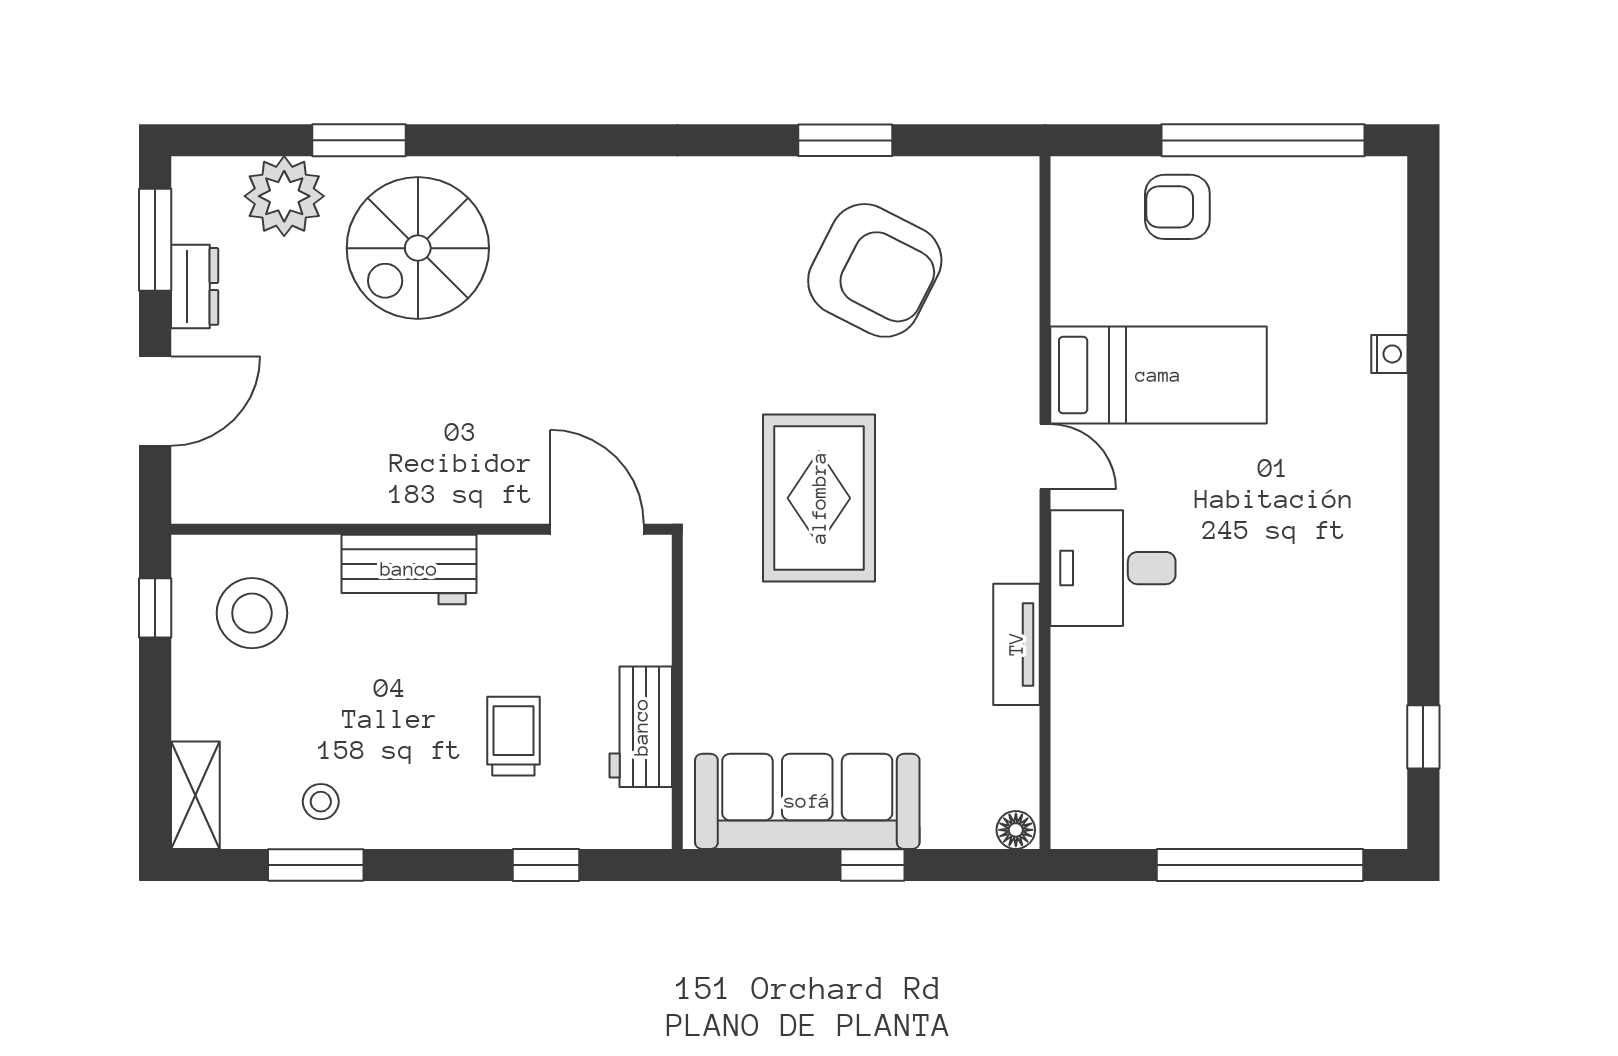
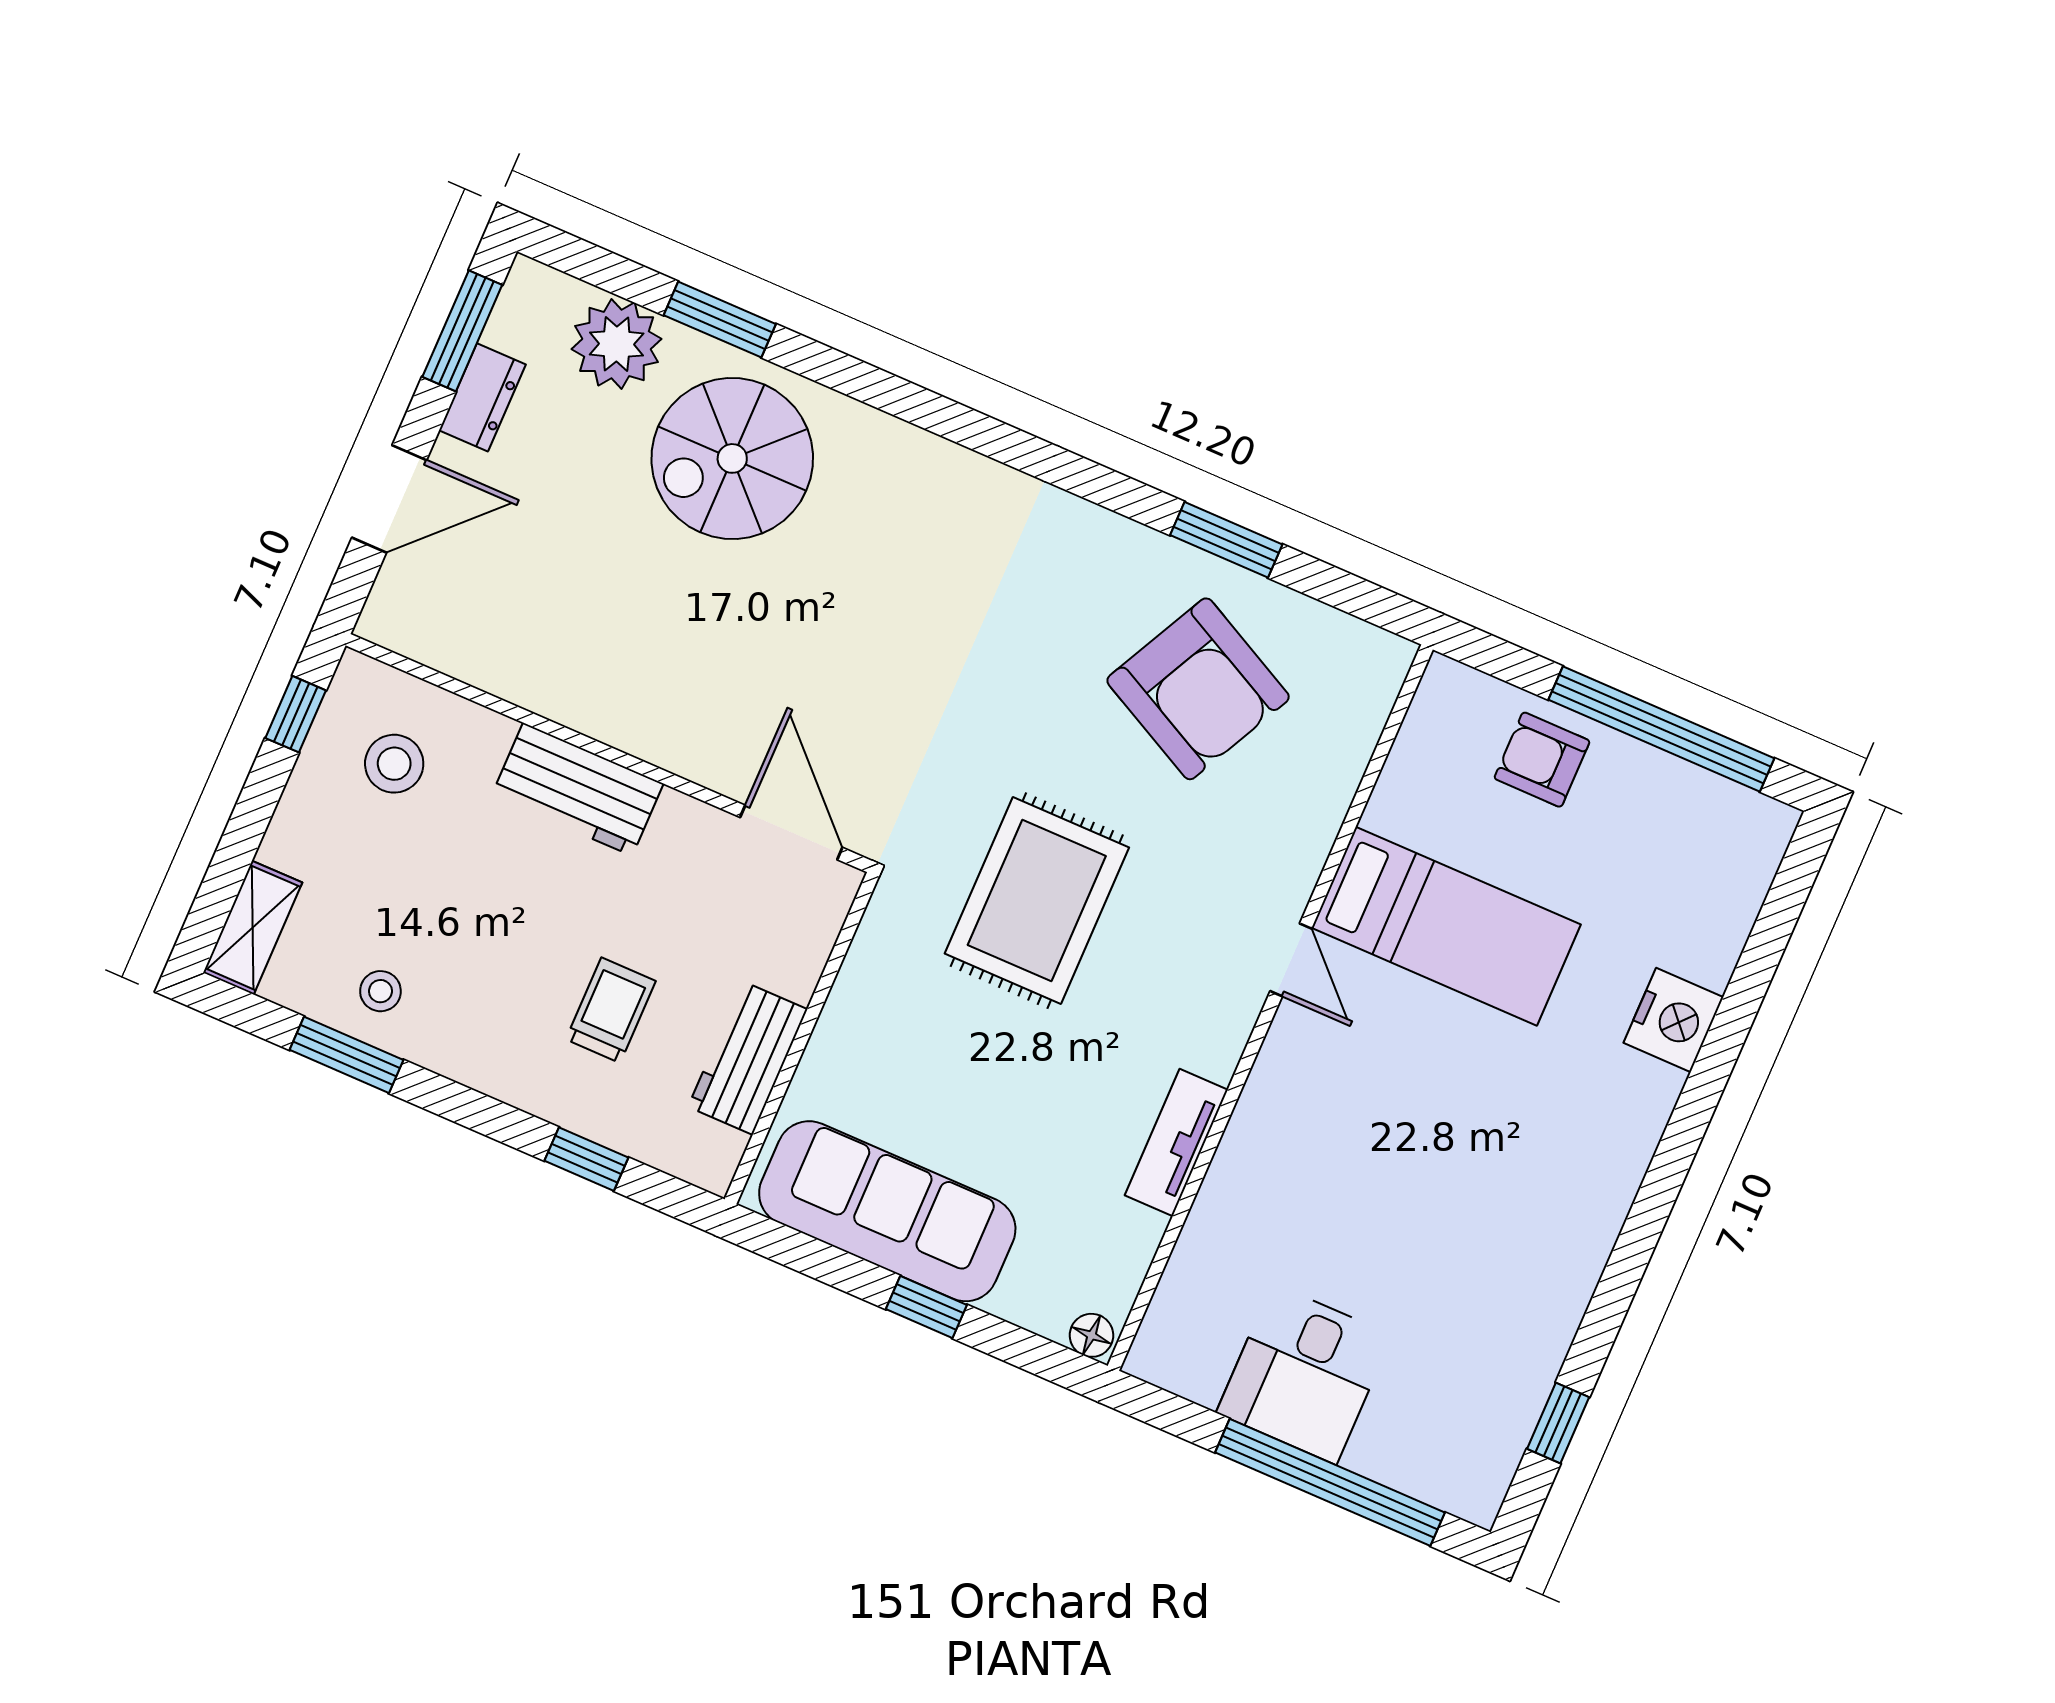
nightstand: (1389, 354) -> (1674, 1020), width x1.89, depth x1.79
desk: (1113, 568) -> (1304, 1374), moved, turned -90
stool: (252, 613) -> (394, 764), width x0.73, depth x0.73

